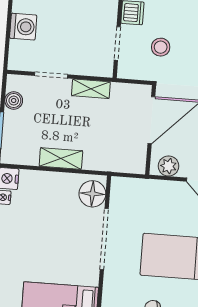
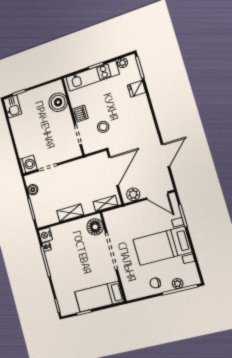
washing machine: (23, 27) -> (28, 164), moved
shelving: (91, 89) -> (105, 203), moved

